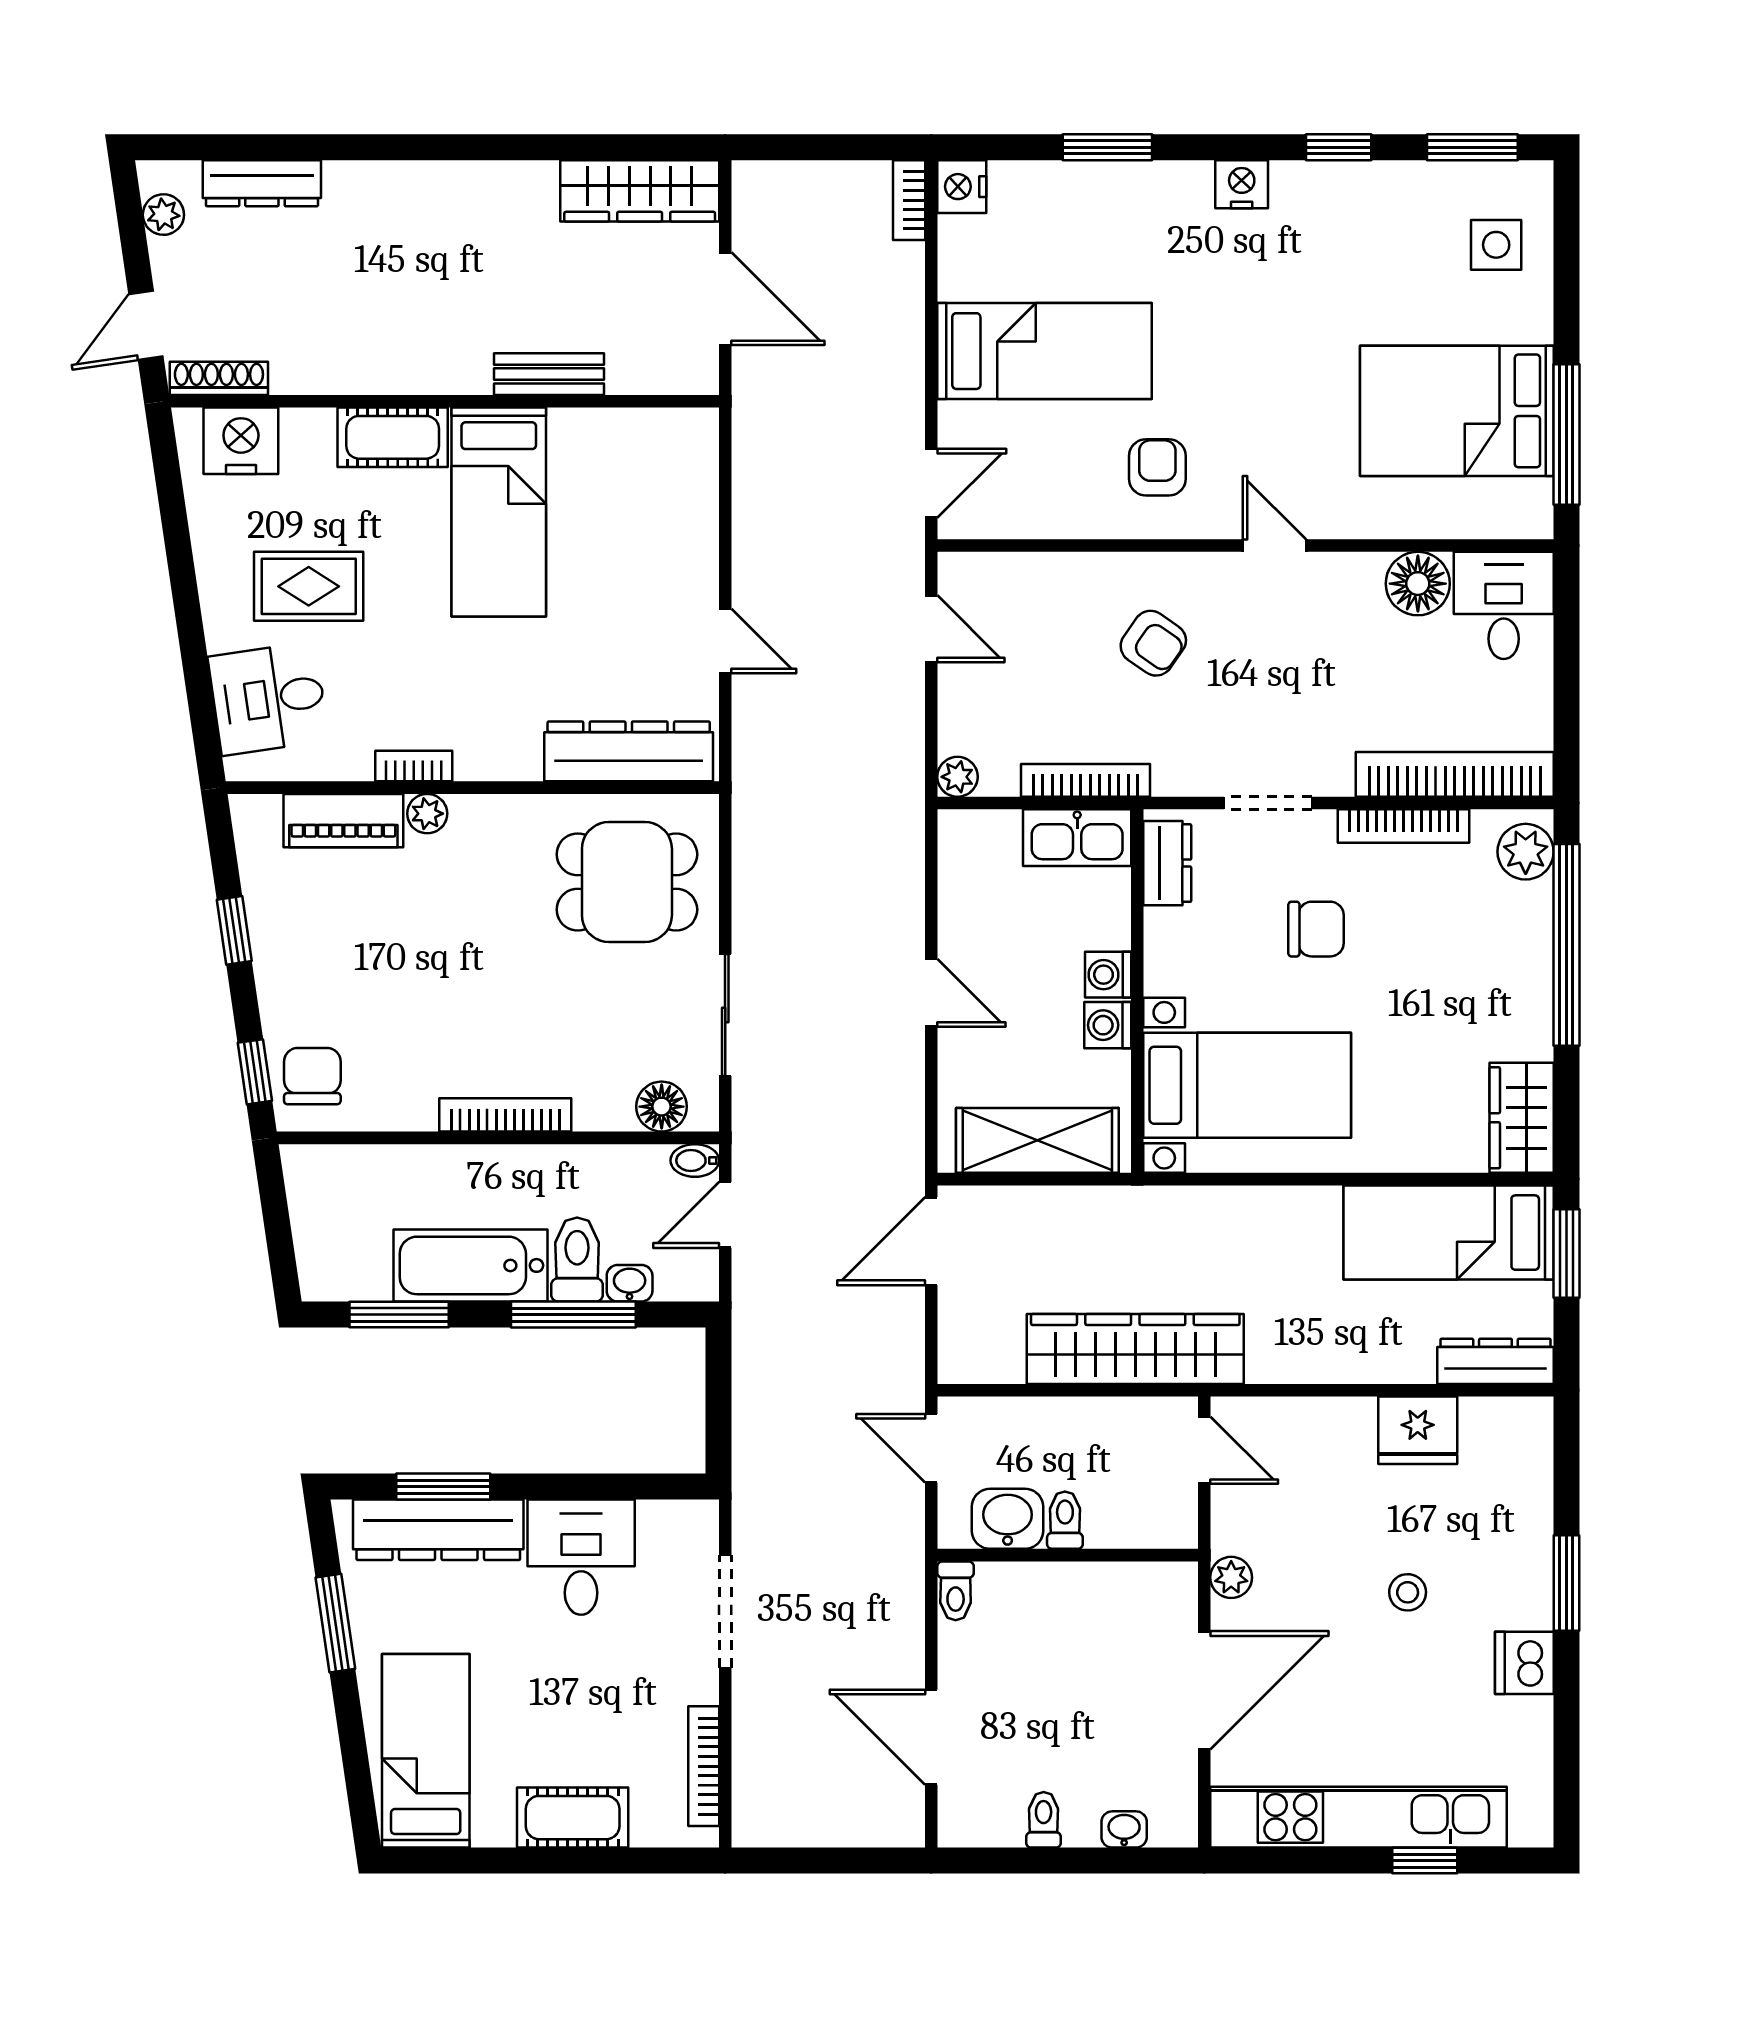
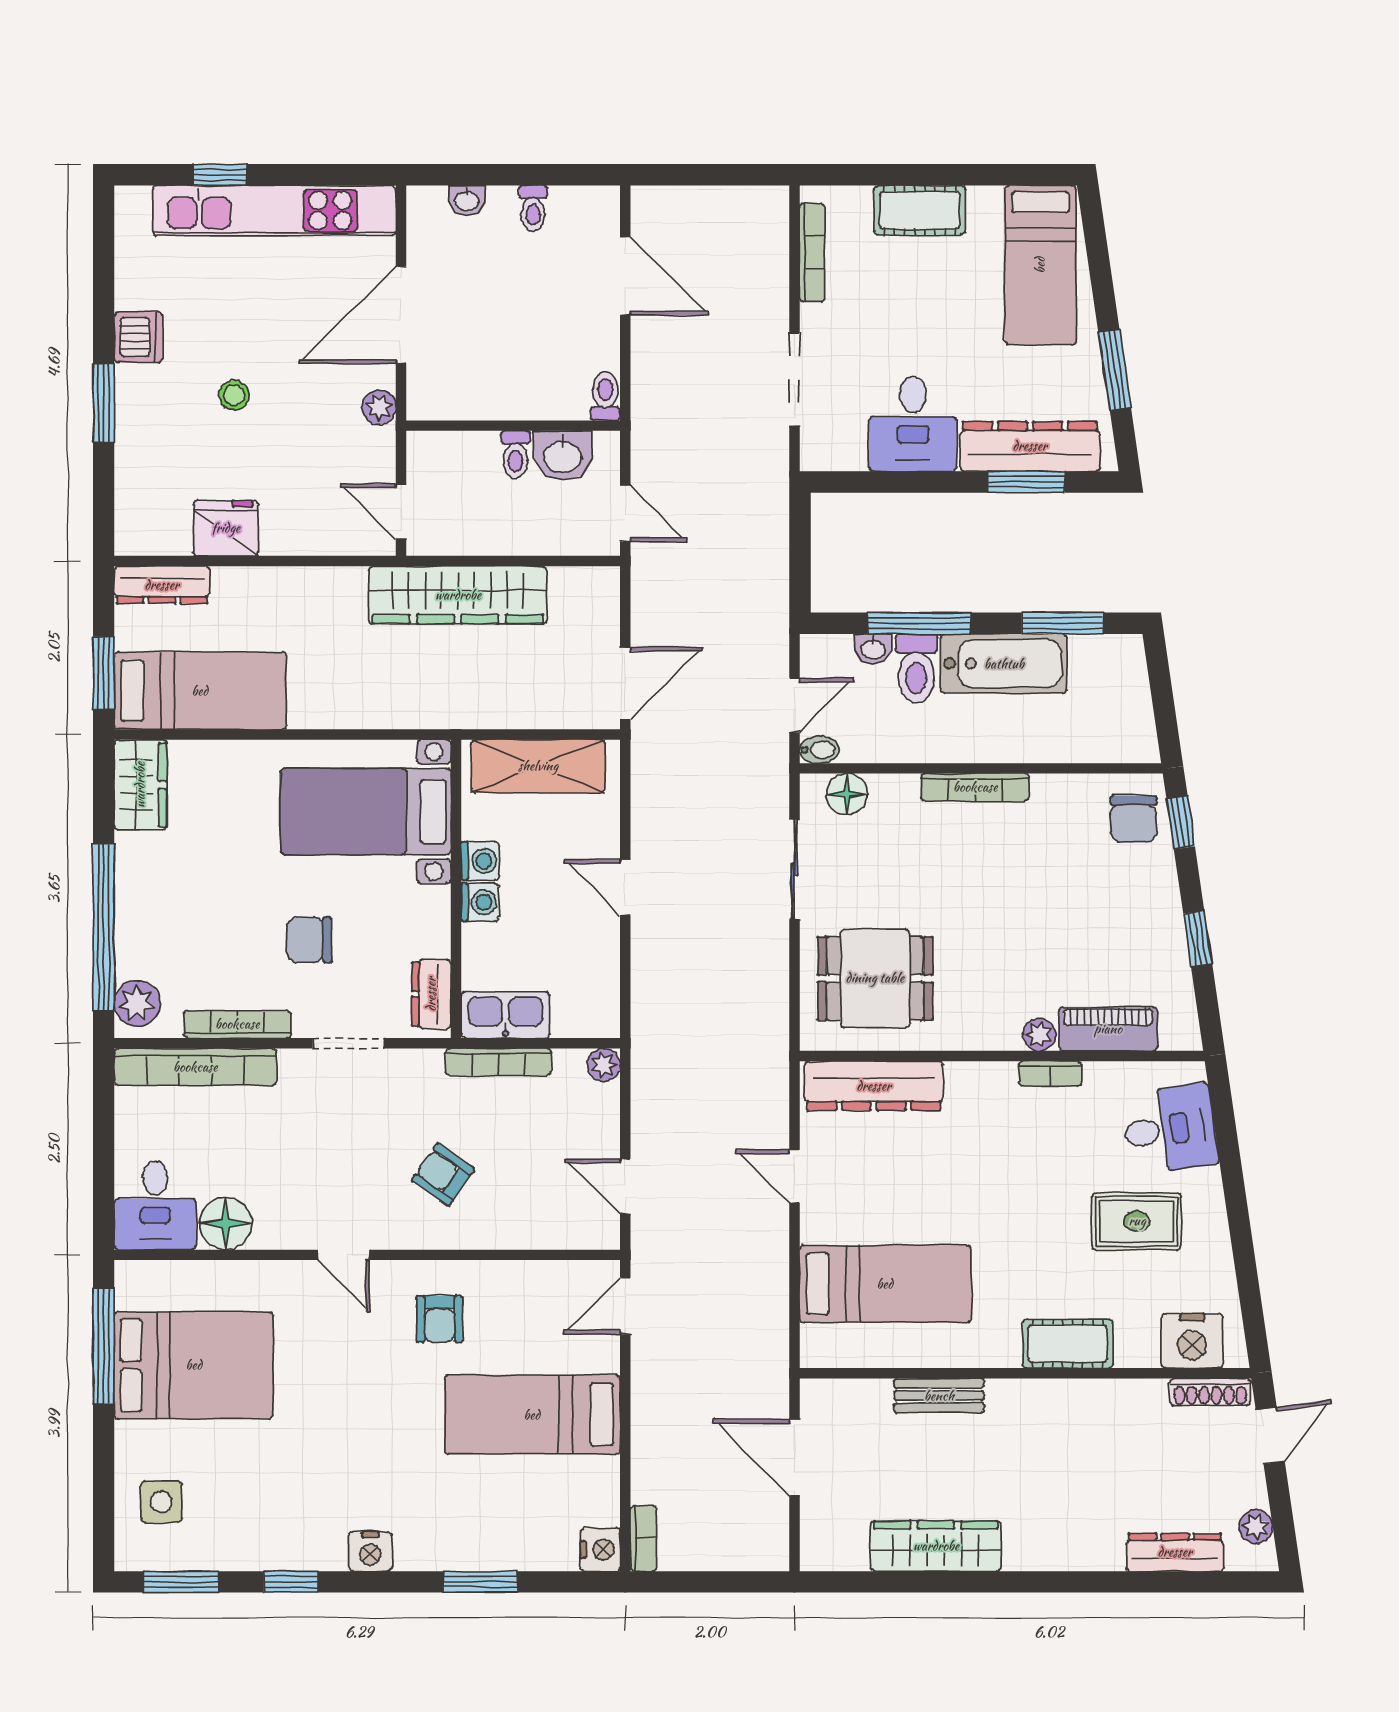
wardrobe: (640, 191) -> (936, 1546), moved
bed: (499, 512) -> (885, 1284), moved, turned 90

